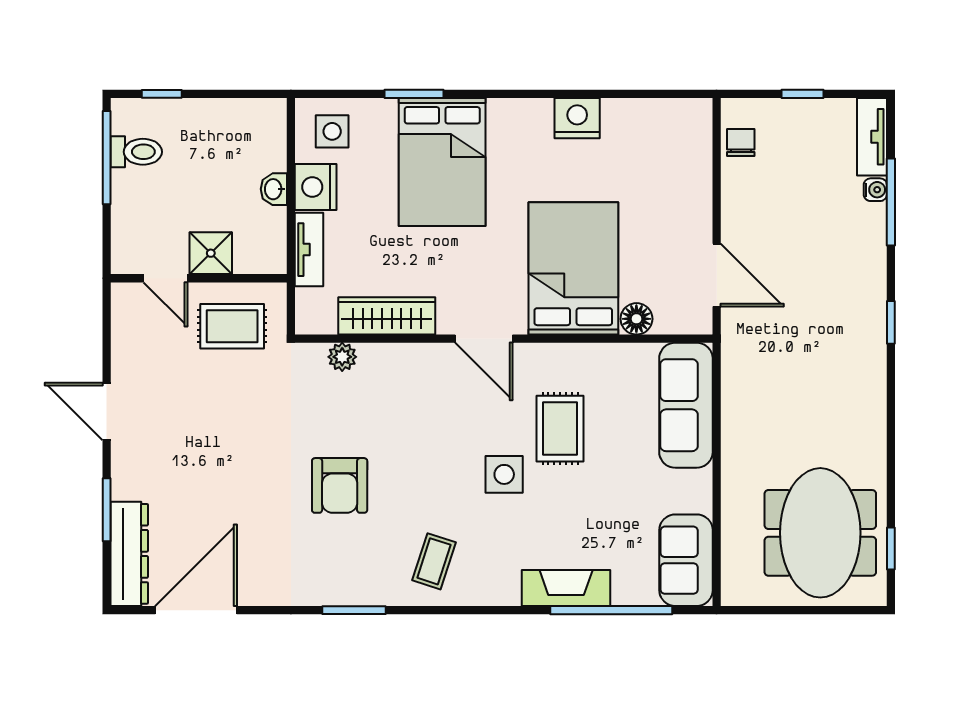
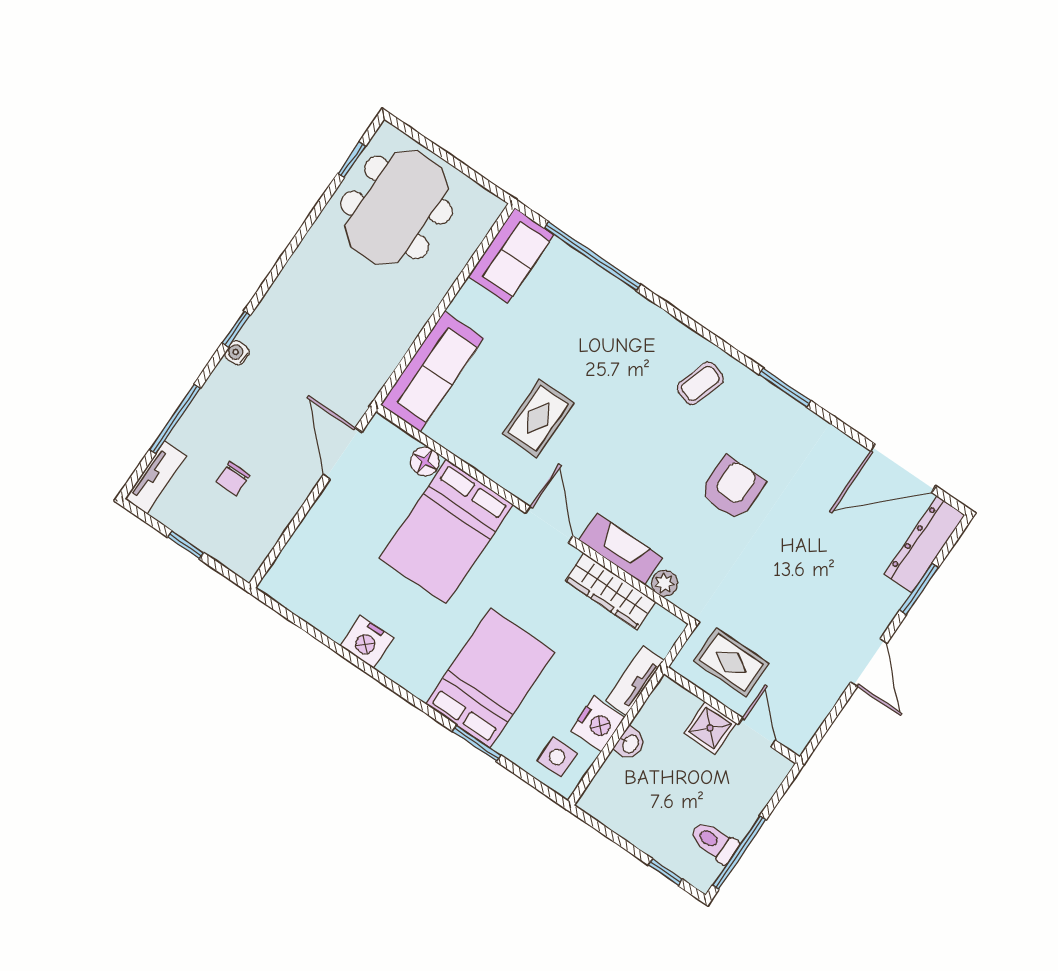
chair: (741, 143) -> (233, 479), moved
water cooler: (875, 190) -> (237, 353), moved
side table: (504, 474) -> (603, 413), removed
fireplace: (566, 588) -> (621, 549), moved, turned 180

